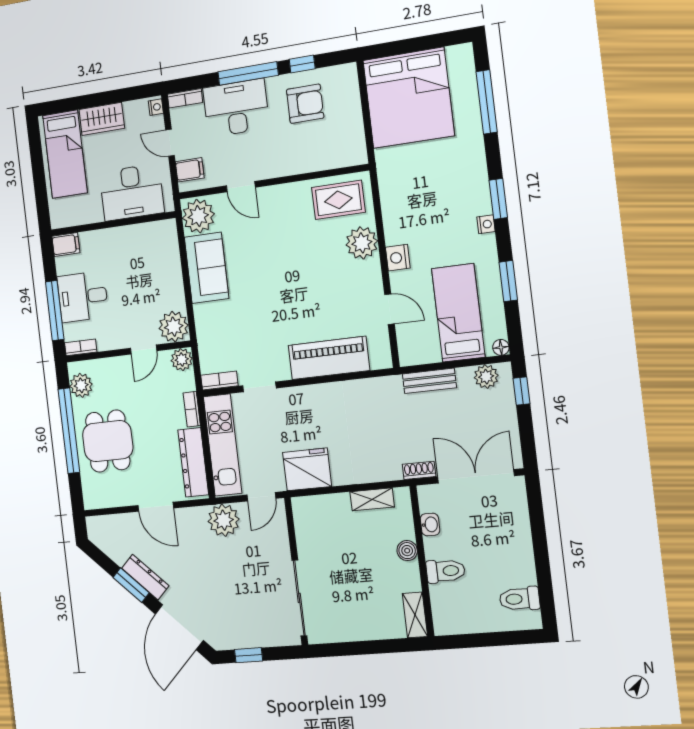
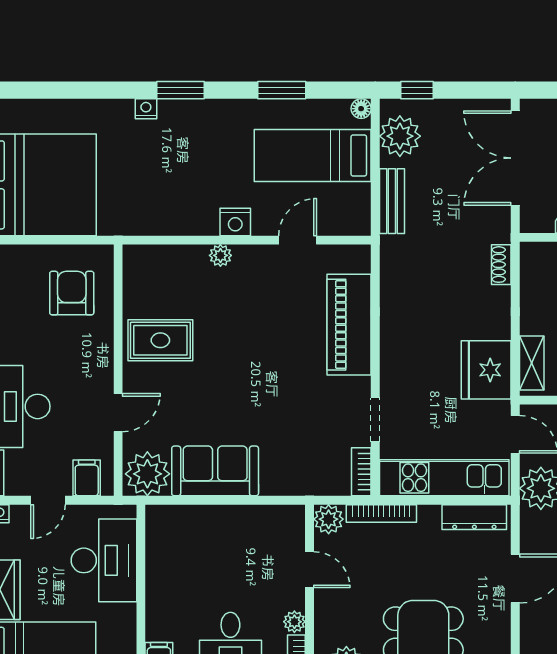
window: (487, 102) -> (61, 90), removed
armchair: (305, 104) -> (72, 293), moved
rug: (338, 200) -> (160, 340), moved, turned 90
nightstand: (486, 224) -> (146, 109), moved
plant: (362, 243) -> (220, 255), width x0.53, depth x0.53
plant: (174, 327) -> (294, 622), moved, width x0.53, depth x0.53
plant: (486, 377) -> (400, 136), width x1.36, depth x1.36
bookcase: (192, 409) -> (381, 513), width x1.56
dresser: (193, 462) -> (474, 517), width x0.73, depth x0.80
shoe rack: (419, 470) -> (501, 265), moved
shelving: (372, 499) -> (532, 363), moved

